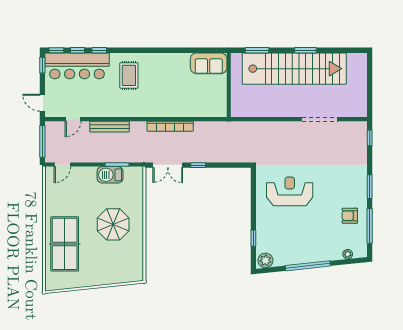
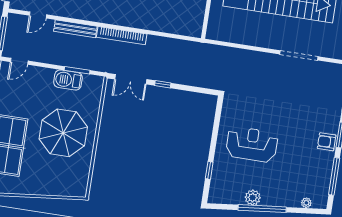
bookcase: (170, 126) -> (122, 36), moved
reception desk: (290, 191) -> (252, 144), moved
armchair: (350, 216) -> (327, 142), moved
parasol: (113, 224) -> (63, 133), width x1.36, depth x1.36
plant: (265, 260) -> (253, 198), moved

